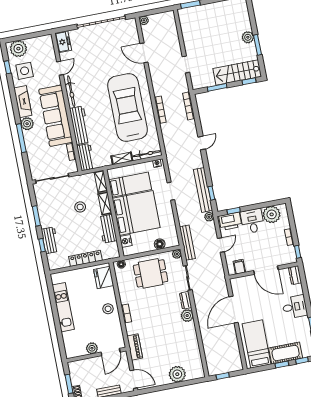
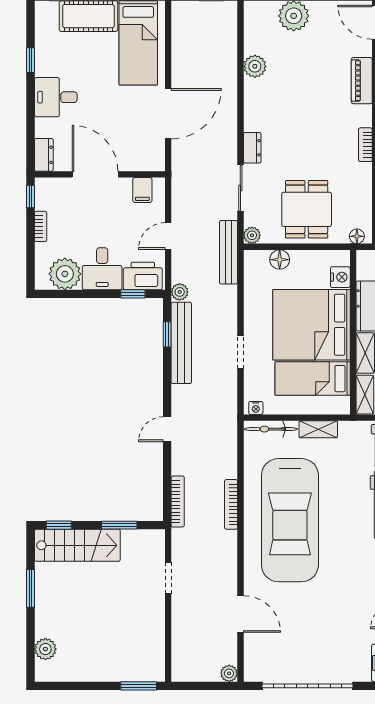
plant: (248, 37) -> (45, 649), moved
dining table: (151, 273) -> (307, 209), turned 90
plant: (187, 316) -> (255, 66), moved

